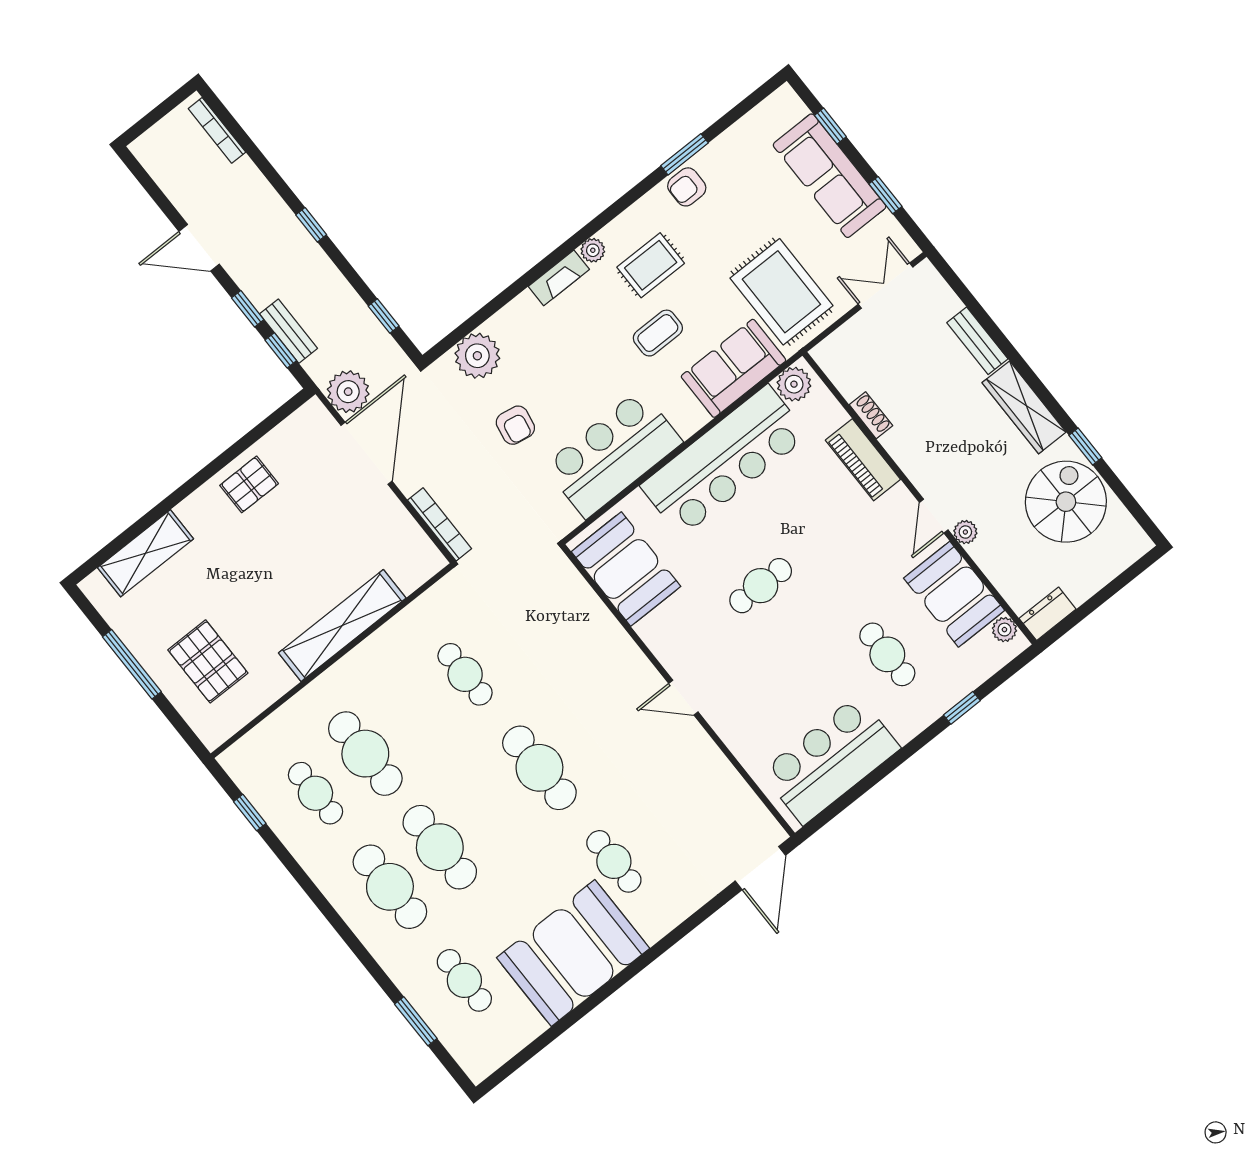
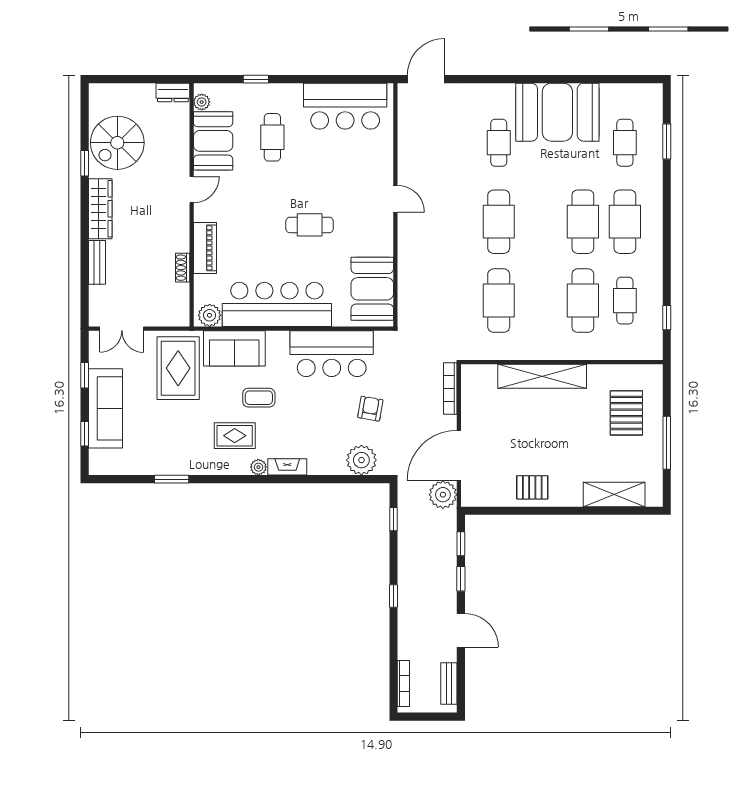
armchair: (687, 187) -> (184, 461), removed
bench: (289, 331) -> (449, 683), moved
plant: (965, 532) -> (182, 168), removed
cafe table: (465, 674) -> (499, 301), width x1.37, depth x1.35

